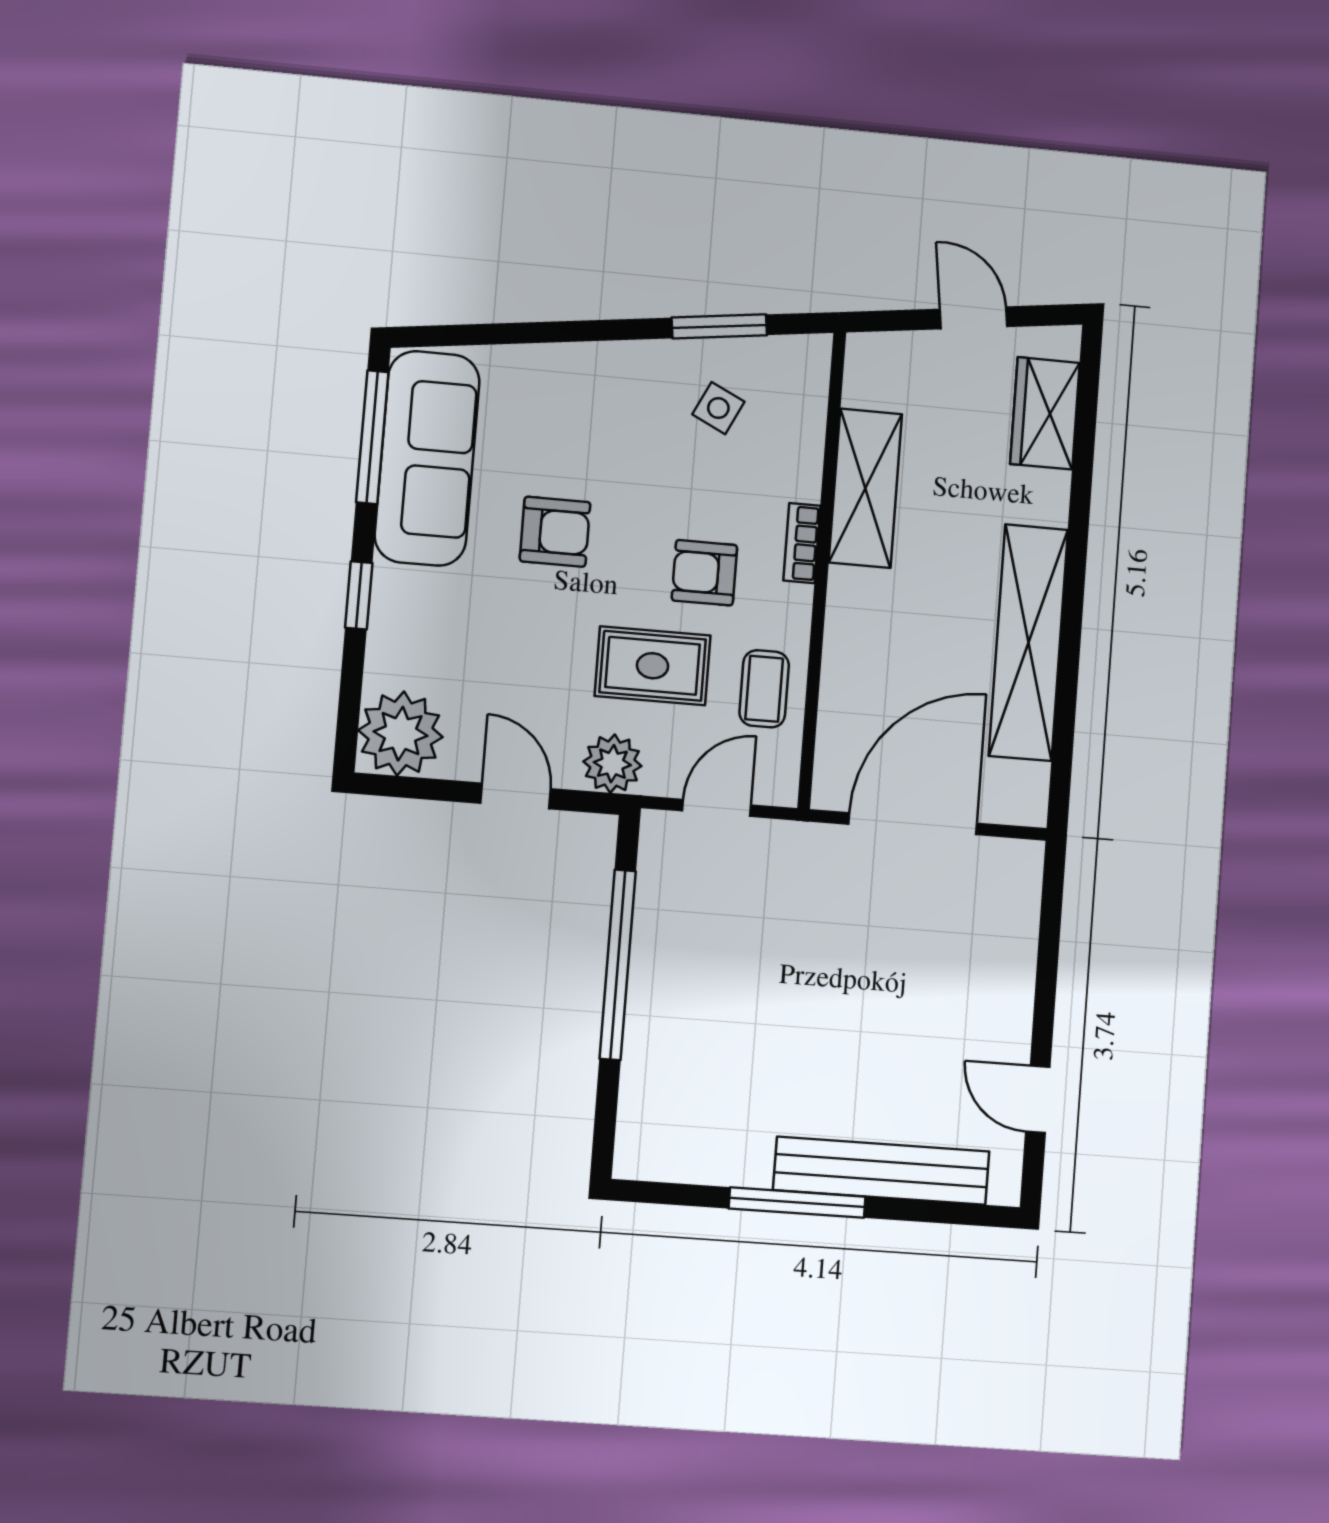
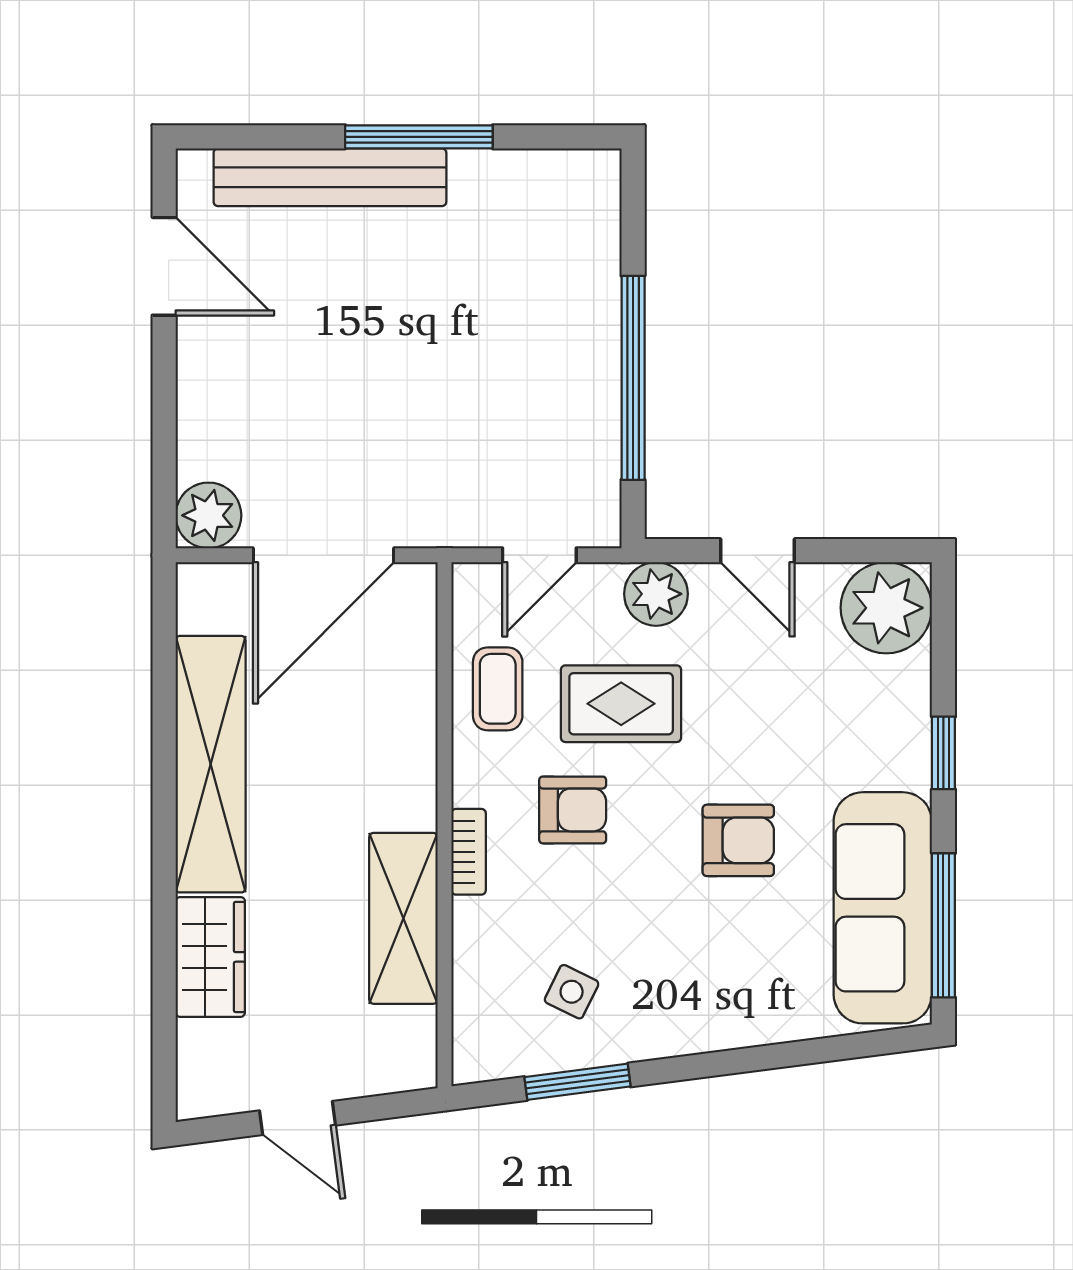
wardrobe: (1045, 413) -> (210, 957), moved
armchair: (555, 532) -> (738, 840), turned 180
plant: (1014, 868) -> (208, 515), added
door: (1038, 1099) -> (164, 266), width x1.38

